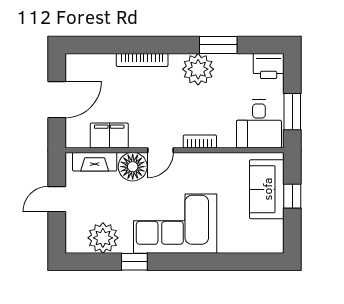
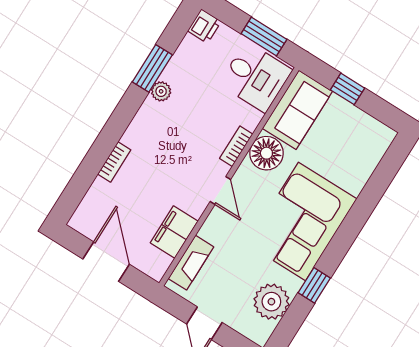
bookcase: (142, 60) -> (114, 162), width x0.64
printer: (269, 66) -> (204, 26), width x0.73, depth x0.81
plant: (198, 69) -> (161, 91), width x0.53, depth x0.53
floor lamp: (133, 167) -> (266, 153), moved
sofa: (267, 189) -> (297, 110), moved, turned -90

